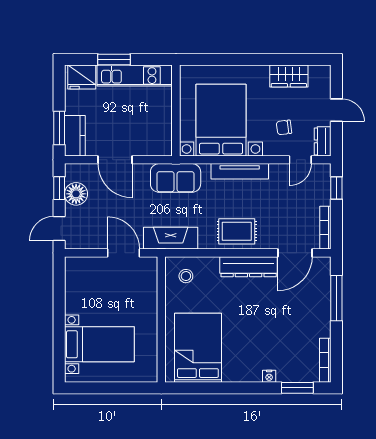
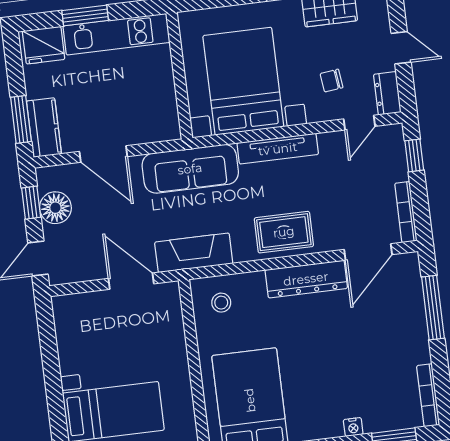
sofa: (176, 178) -> (190, 169), width x1.36

